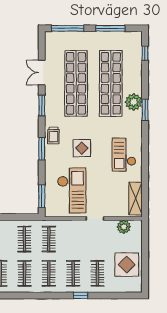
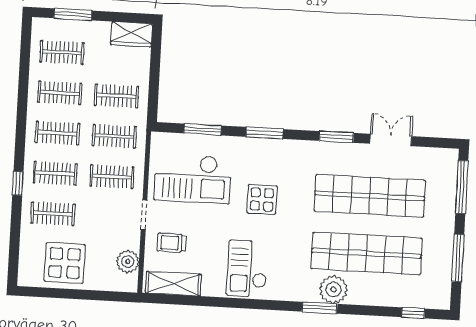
trolley: (53, 136) -> (172, 243), moved
checkout: (124, 155) -> (247, 269), turned -90
window: (42, 196) -> (203, 129), moved
clothes rail: (73, 239) -> (112, 177), added

